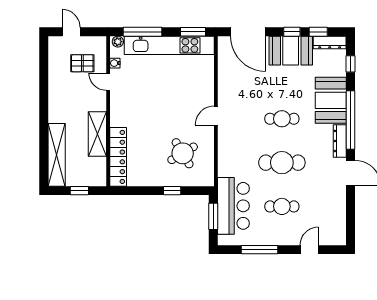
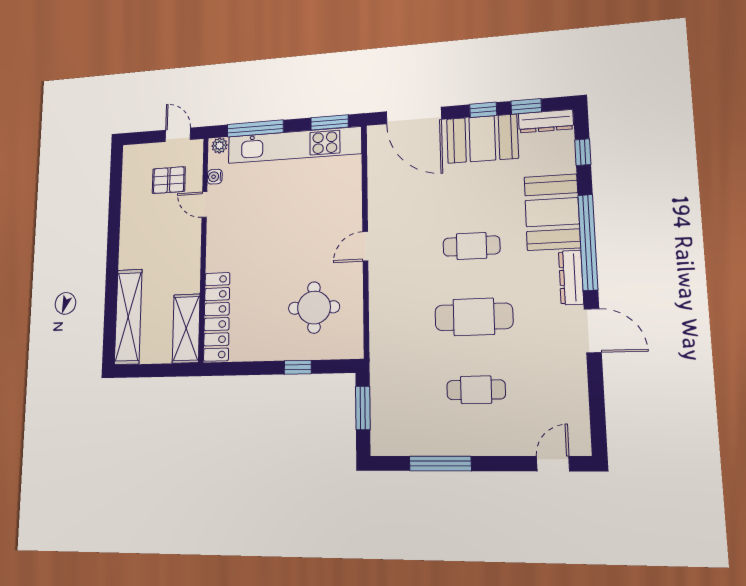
door: (71, 32) -> (178, 135), moved
shelving: (97, 134) -> (186, 328), moved
round table: (183, 153) -> (314, 307), turned 31
window: (79, 191) -> (159, 370), removed
bar counter: (233, 206) -> (395, 390), removed
door: (309, 250) -> (553, 464), moved

